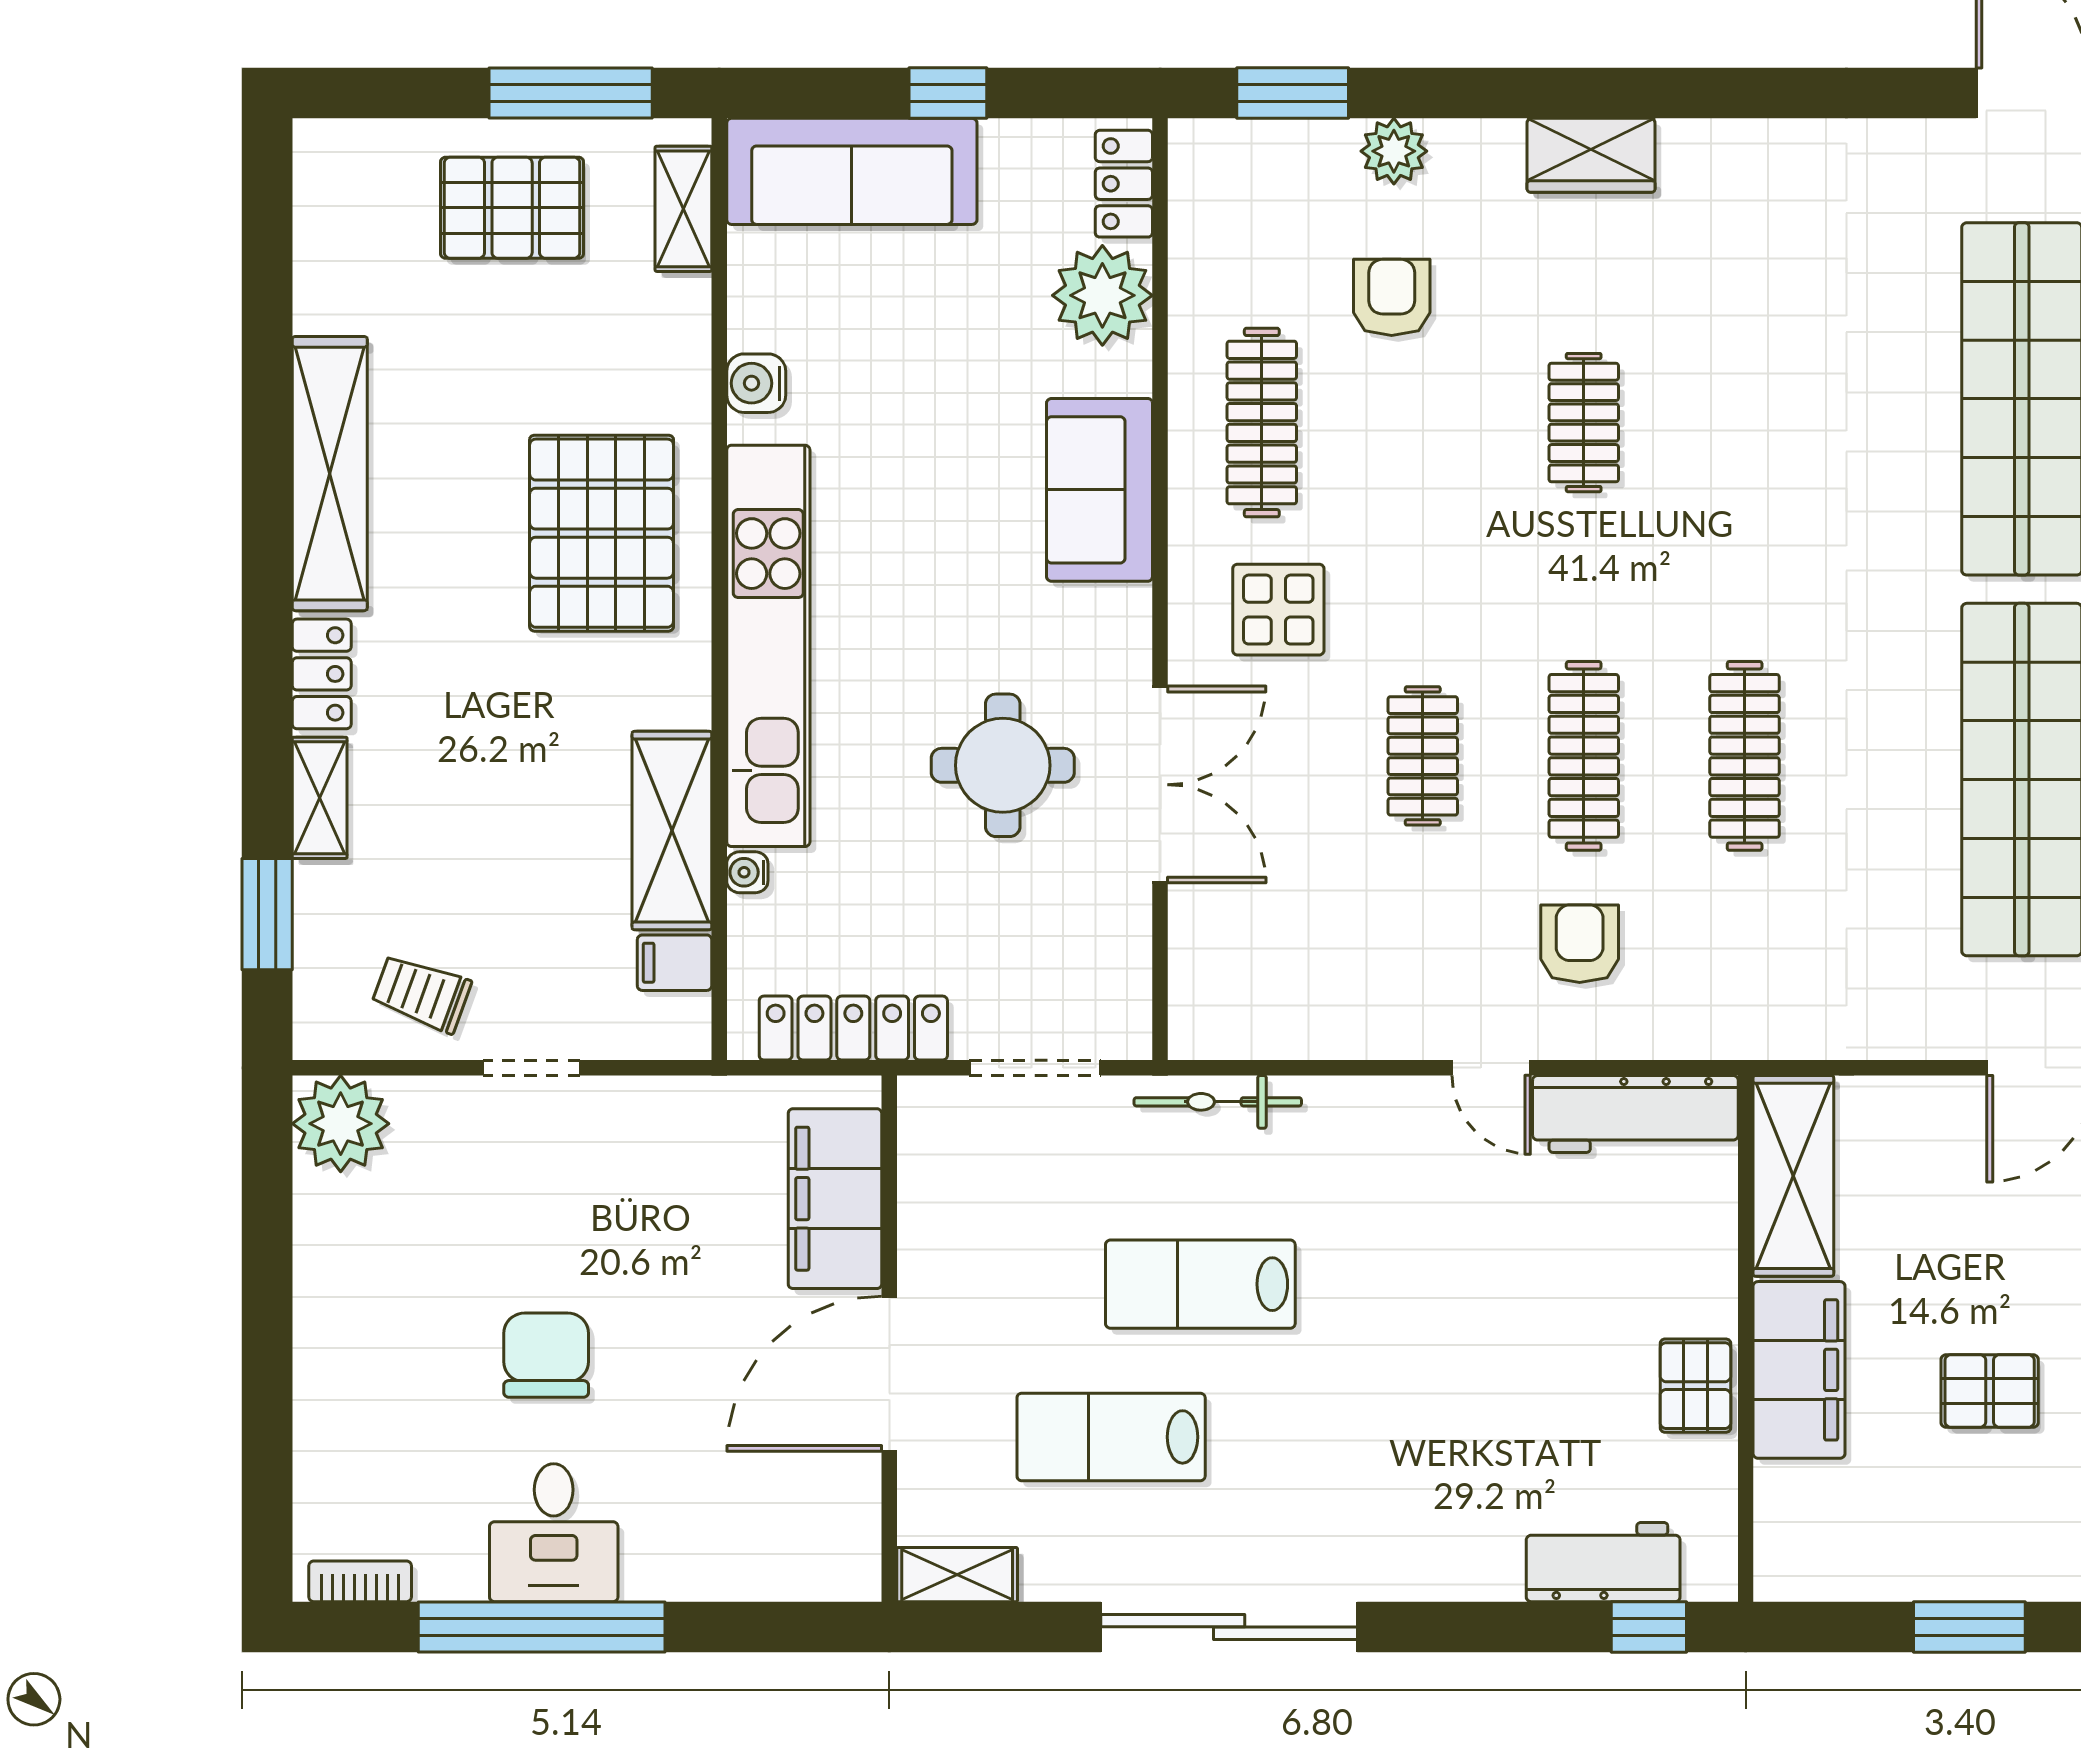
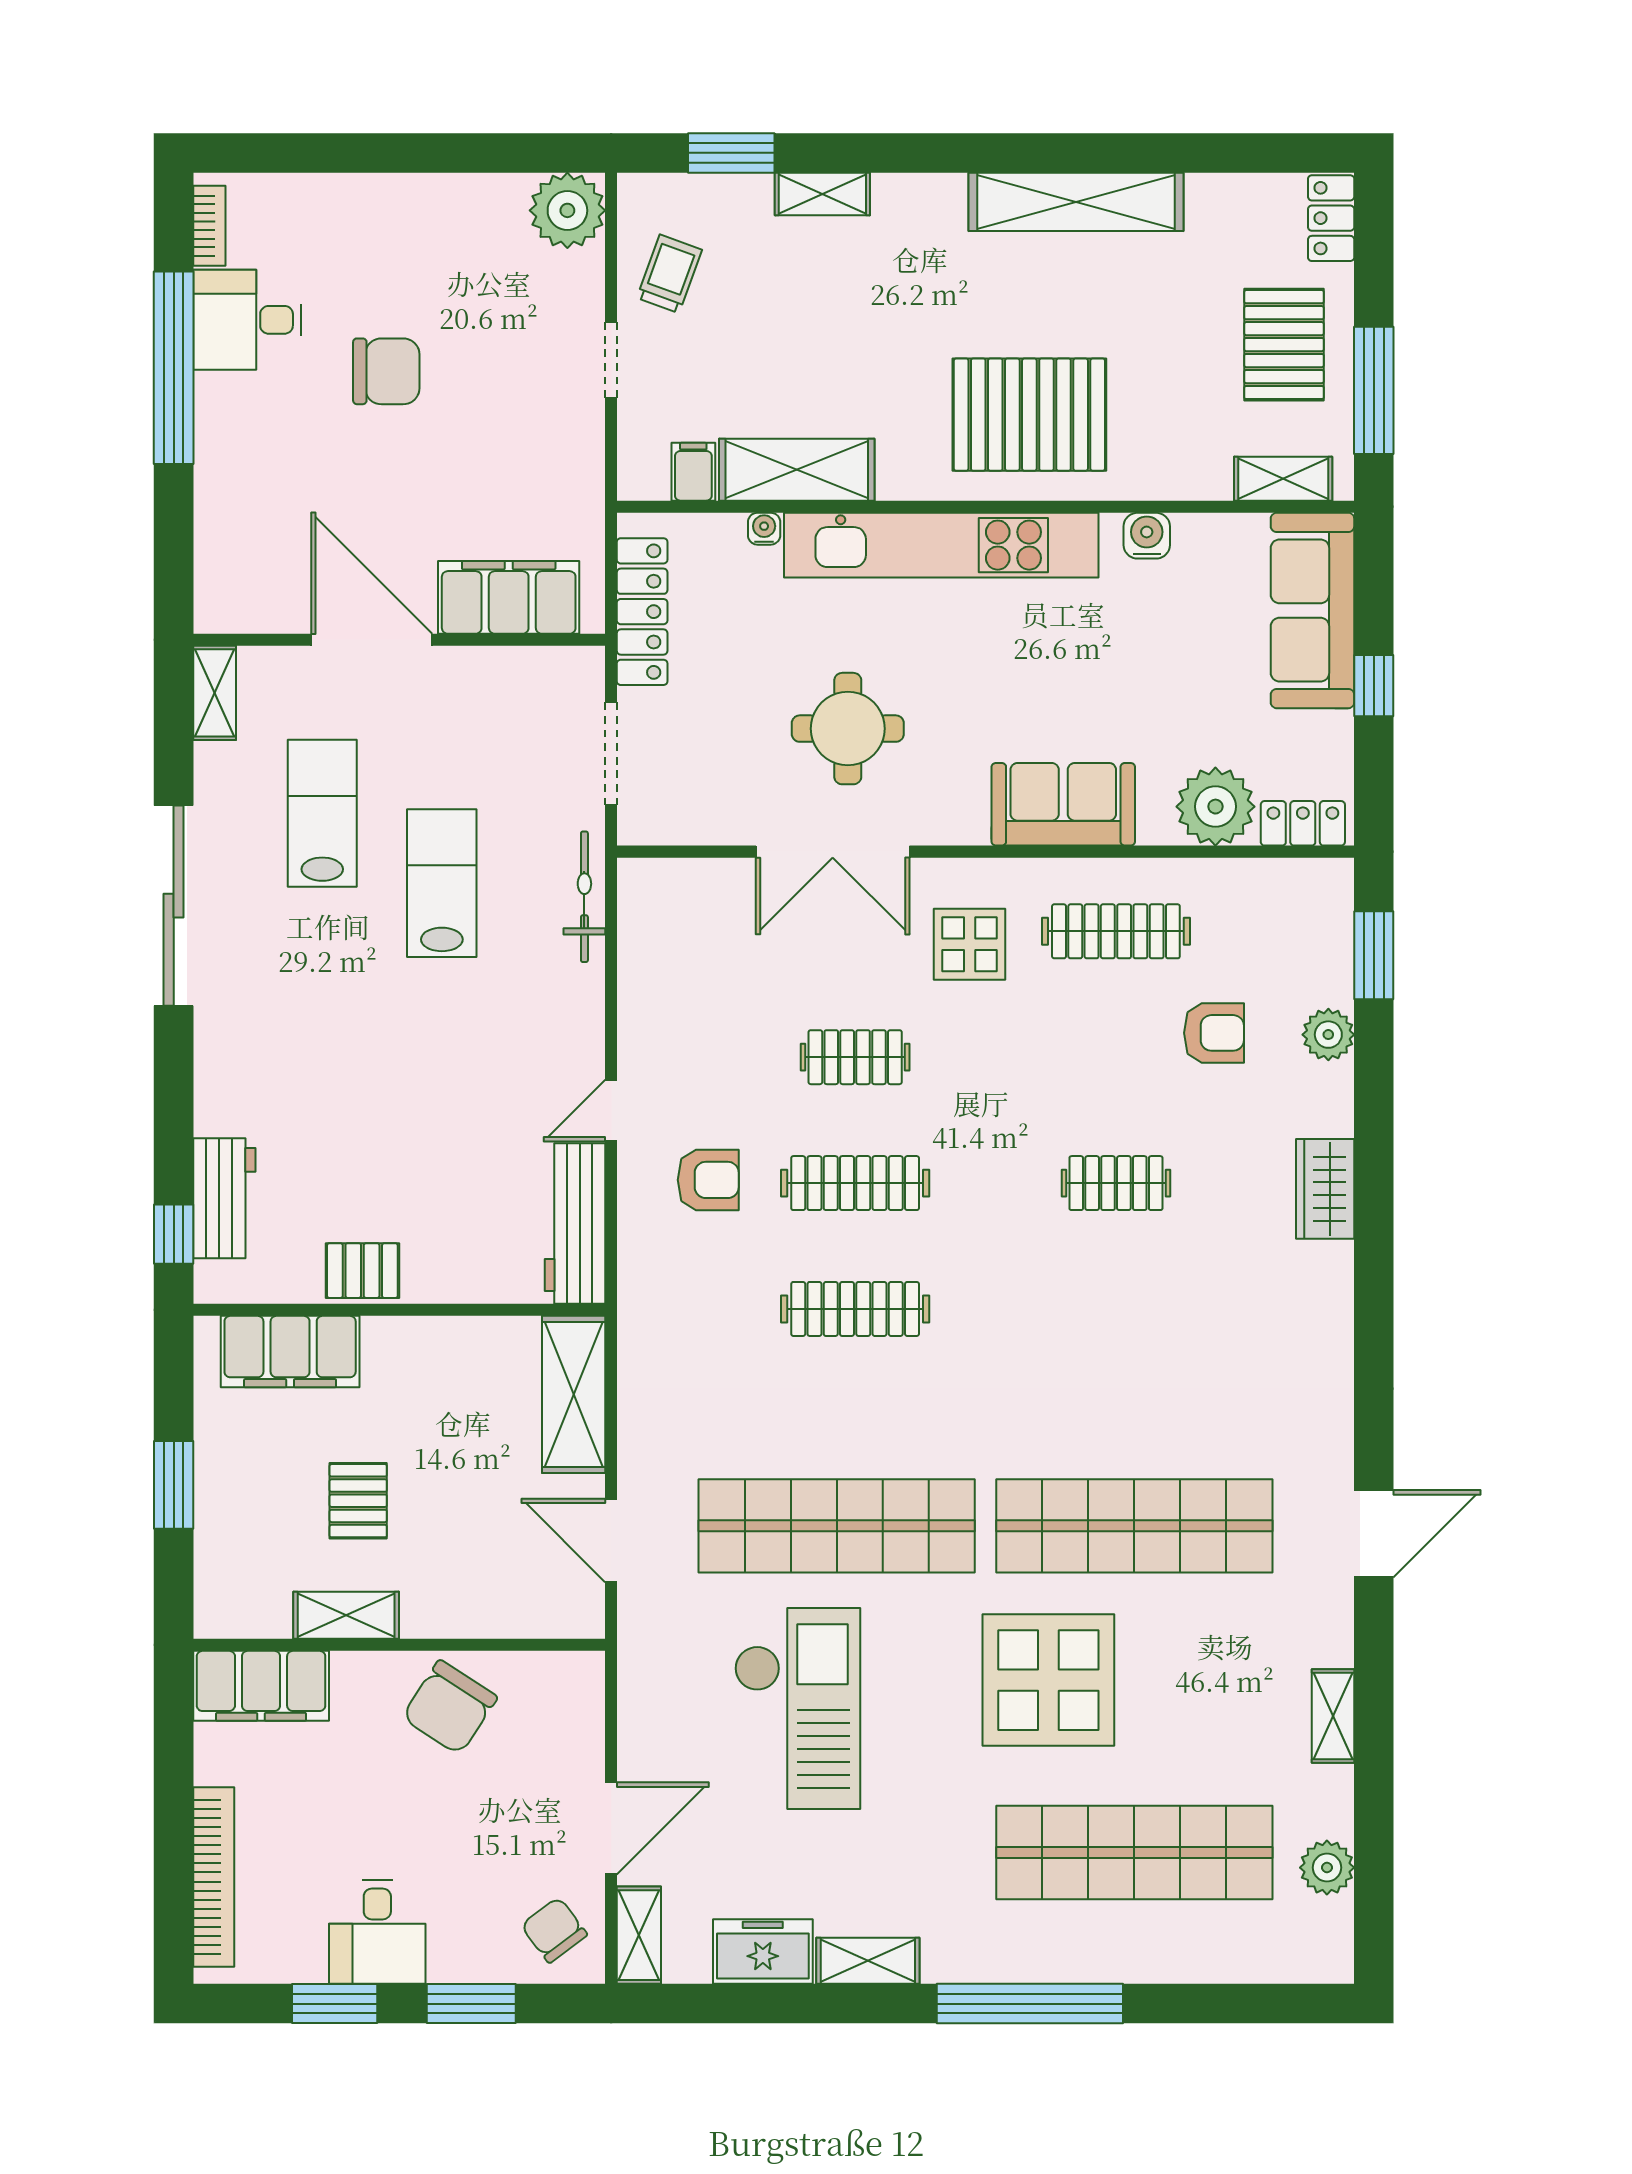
locker: (322, 674) -> (1331, 218), moved, turned 90
shelving: (1793, 1176) -> (574, 1394), moved, turned 90
filing cabinet: (1799, 1370) -> (290, 1352), moved
desk: (554, 1533) -> (247, 320), moved

